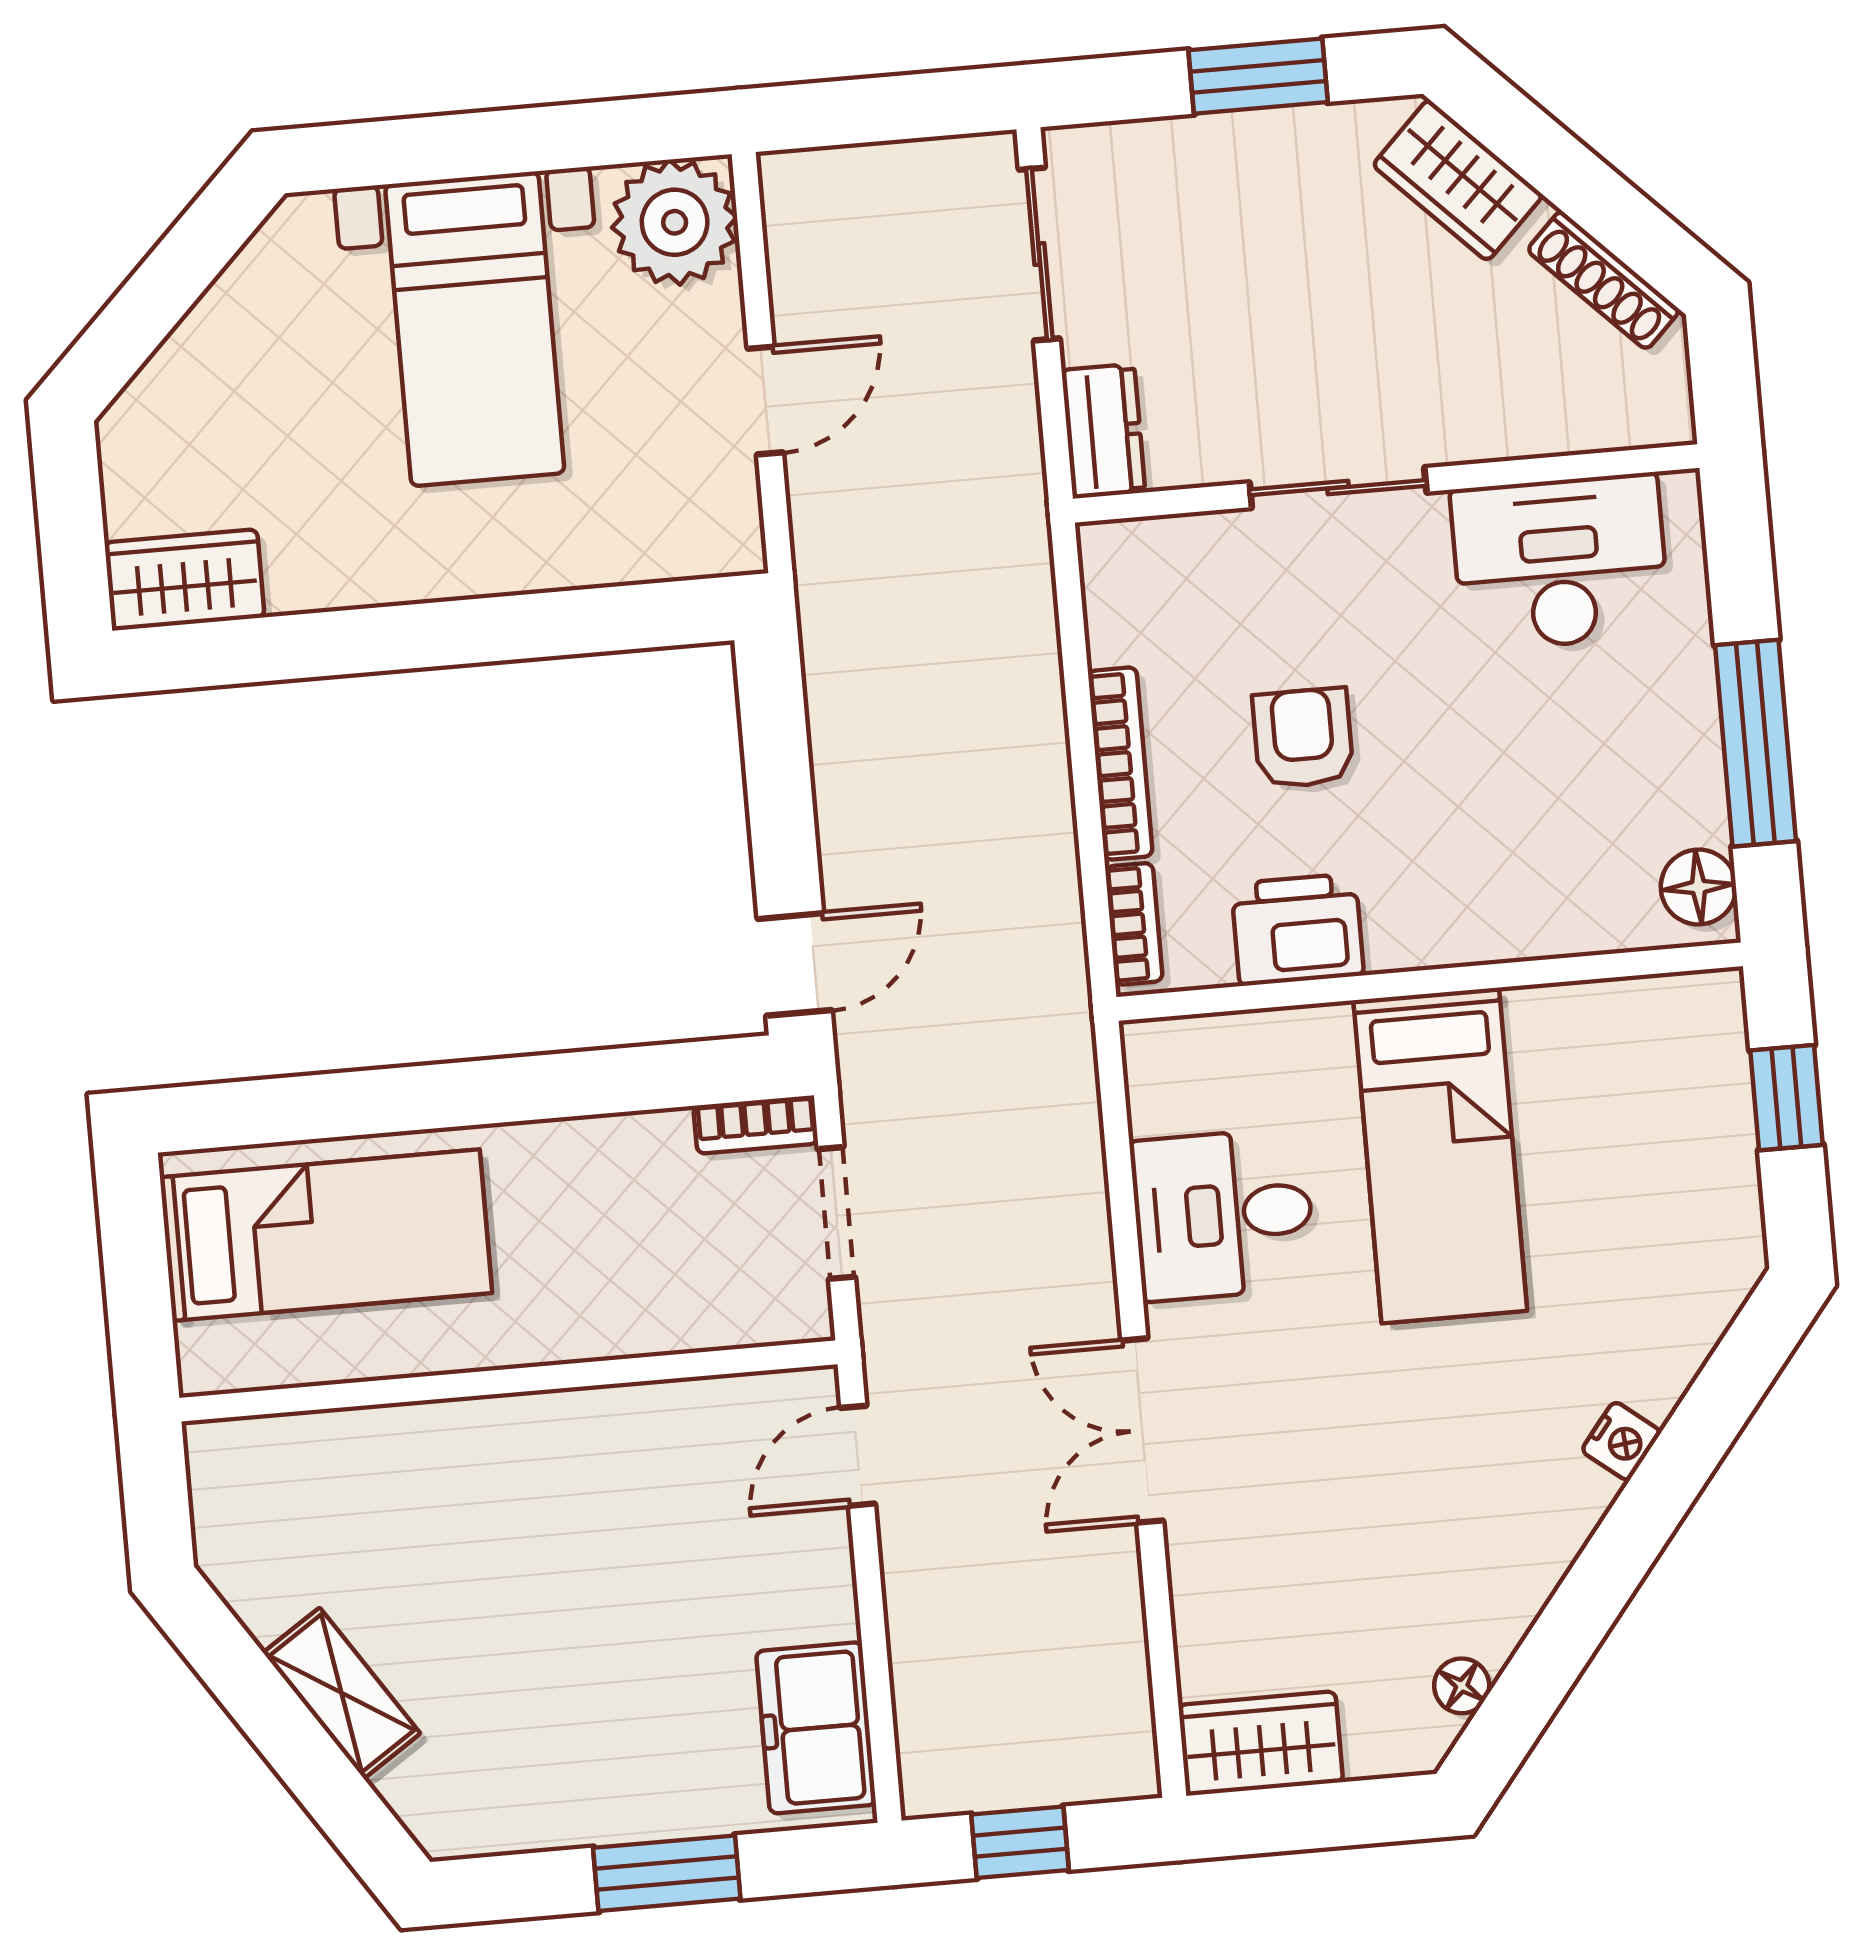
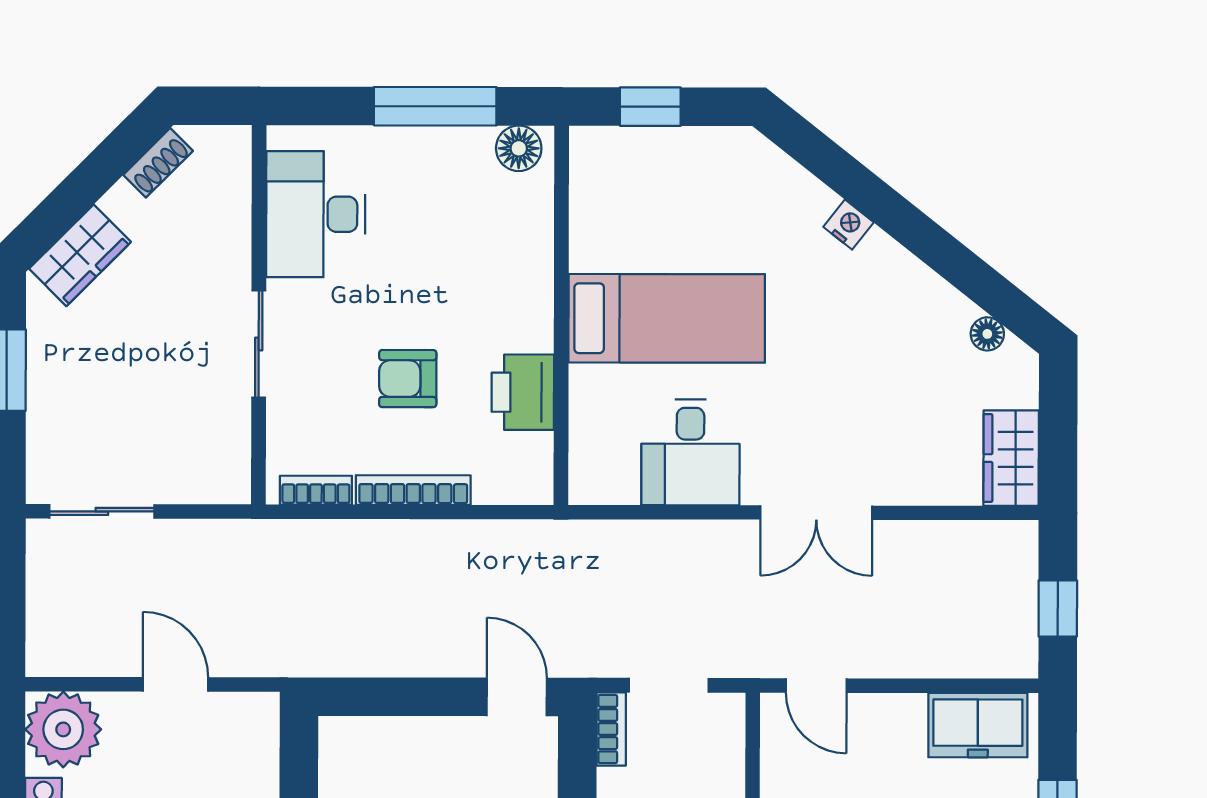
shoe rack: (1603, 280) -> (158, 163), width x0.70
dresser: (1103, 431) -> (212, 482), removed
bookcase: (1134, 924) -> (316, 490), moved

